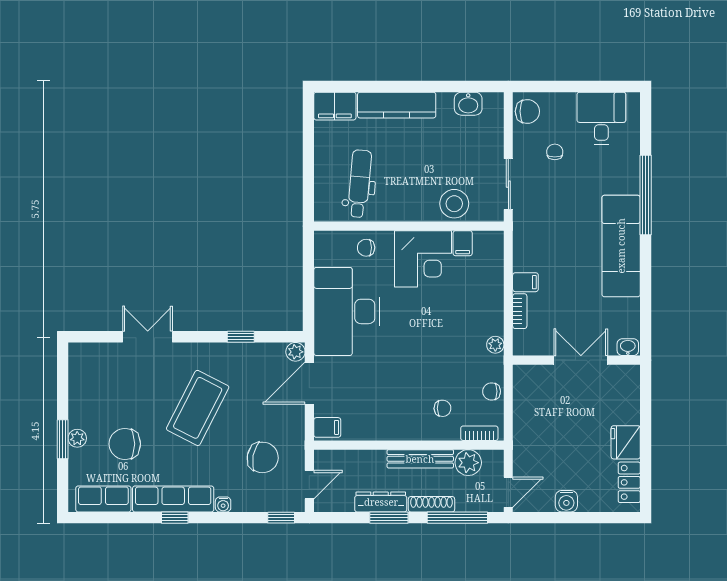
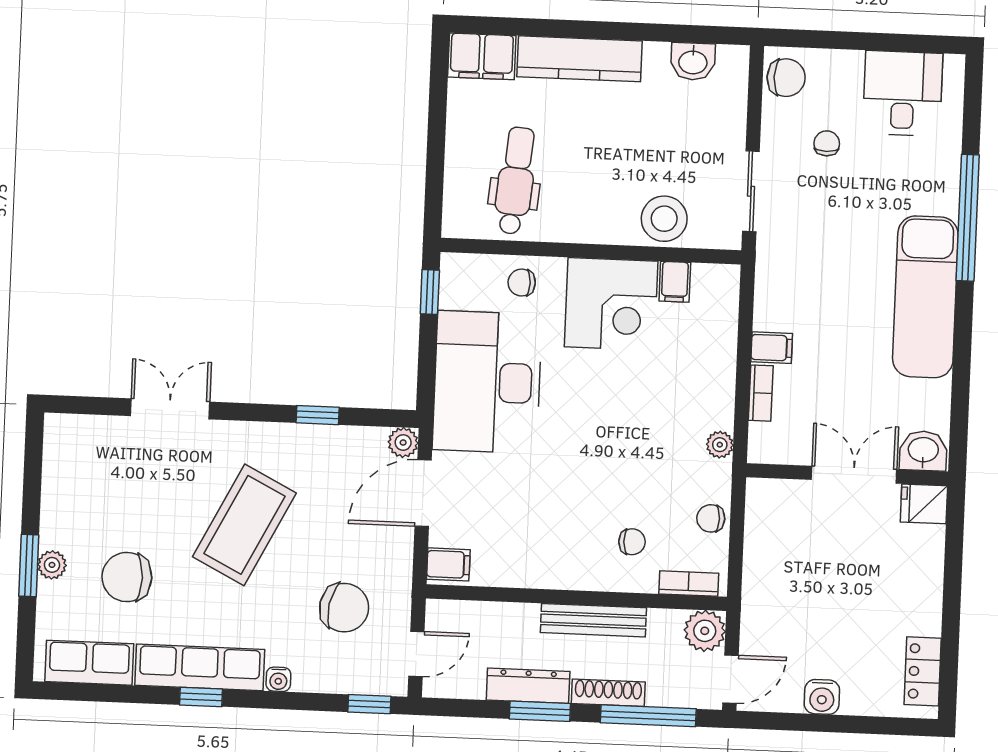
window: (308, 256) -> (430, 292), added
washbasin: (628, 347) -> (923, 451), width x1.38, depth x1.45
fridge: (626, 442) -> (924, 504), moved, width x0.72
plant: (468, 463) -> (705, 631), moved

